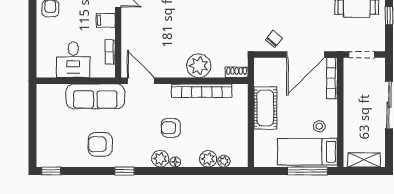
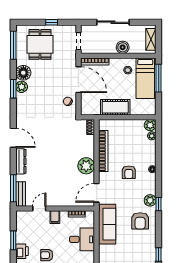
plant: (199, 66) -> (86, 166), moved
boiler: (353, 119) -> (123, 47), added
plant: (160, 159) -> (150, 200), moved
plant: (208, 159) -> (150, 125), moved

